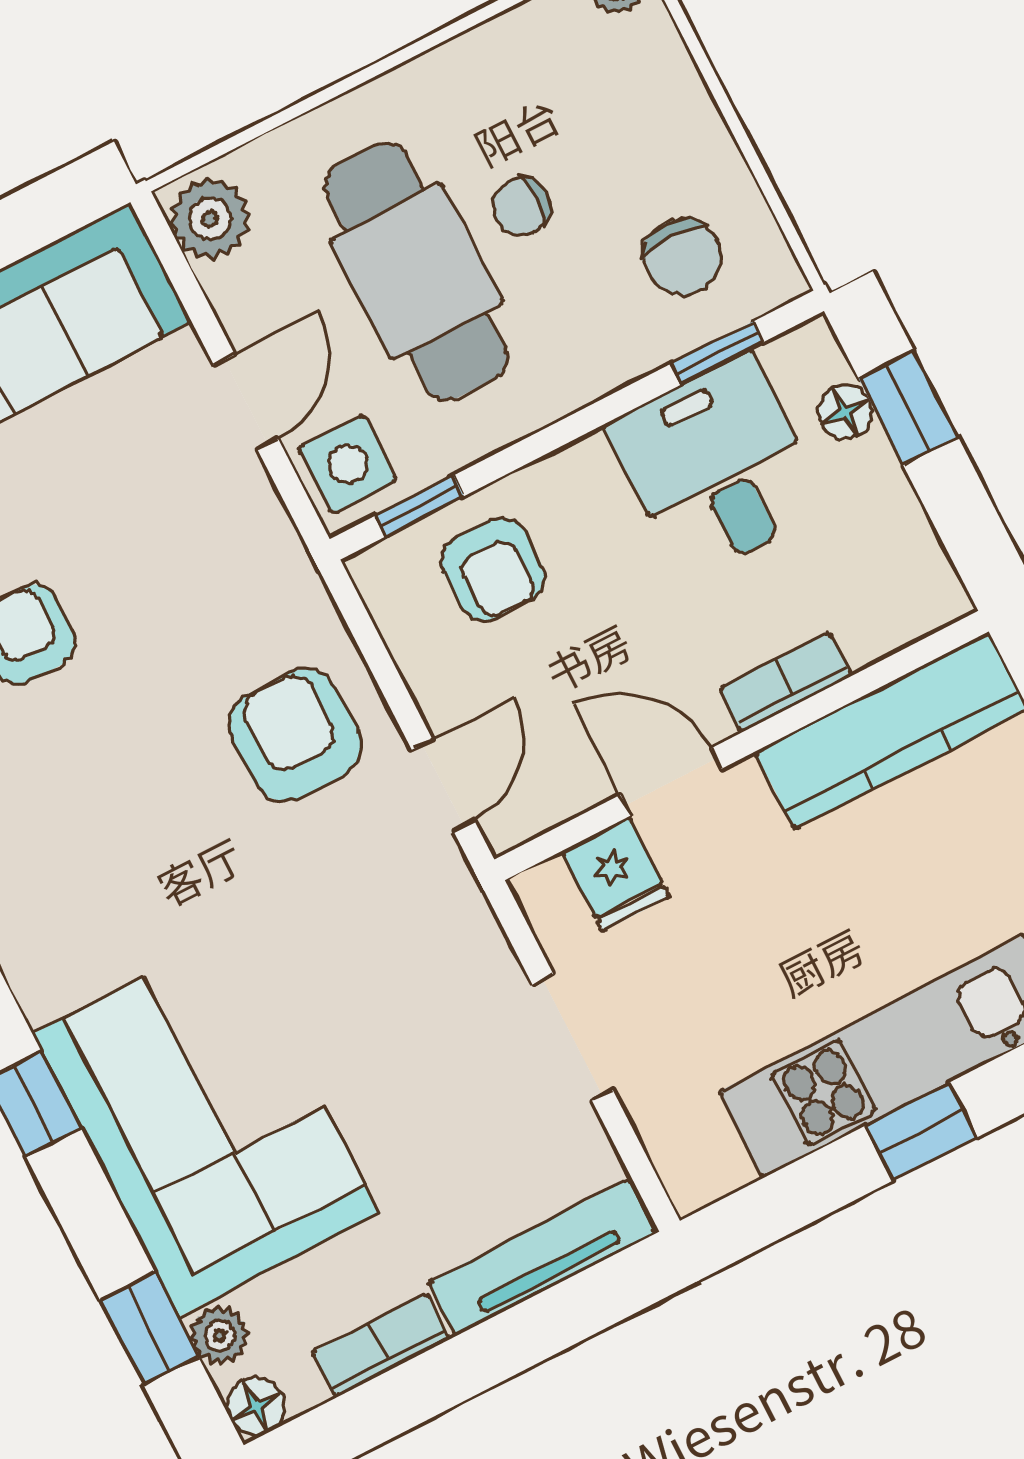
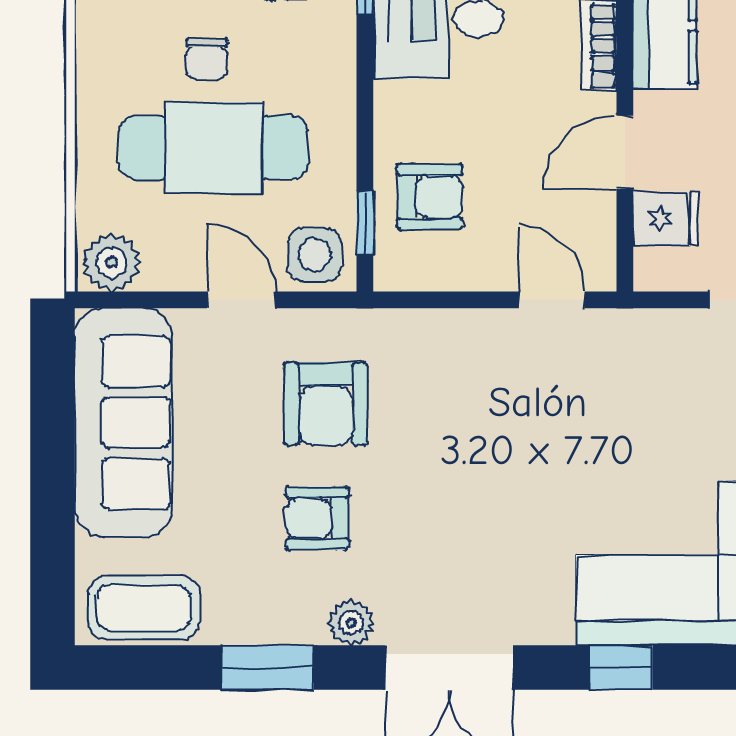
armchair: (295, 735) -> (326, 404), moved, turned -90

